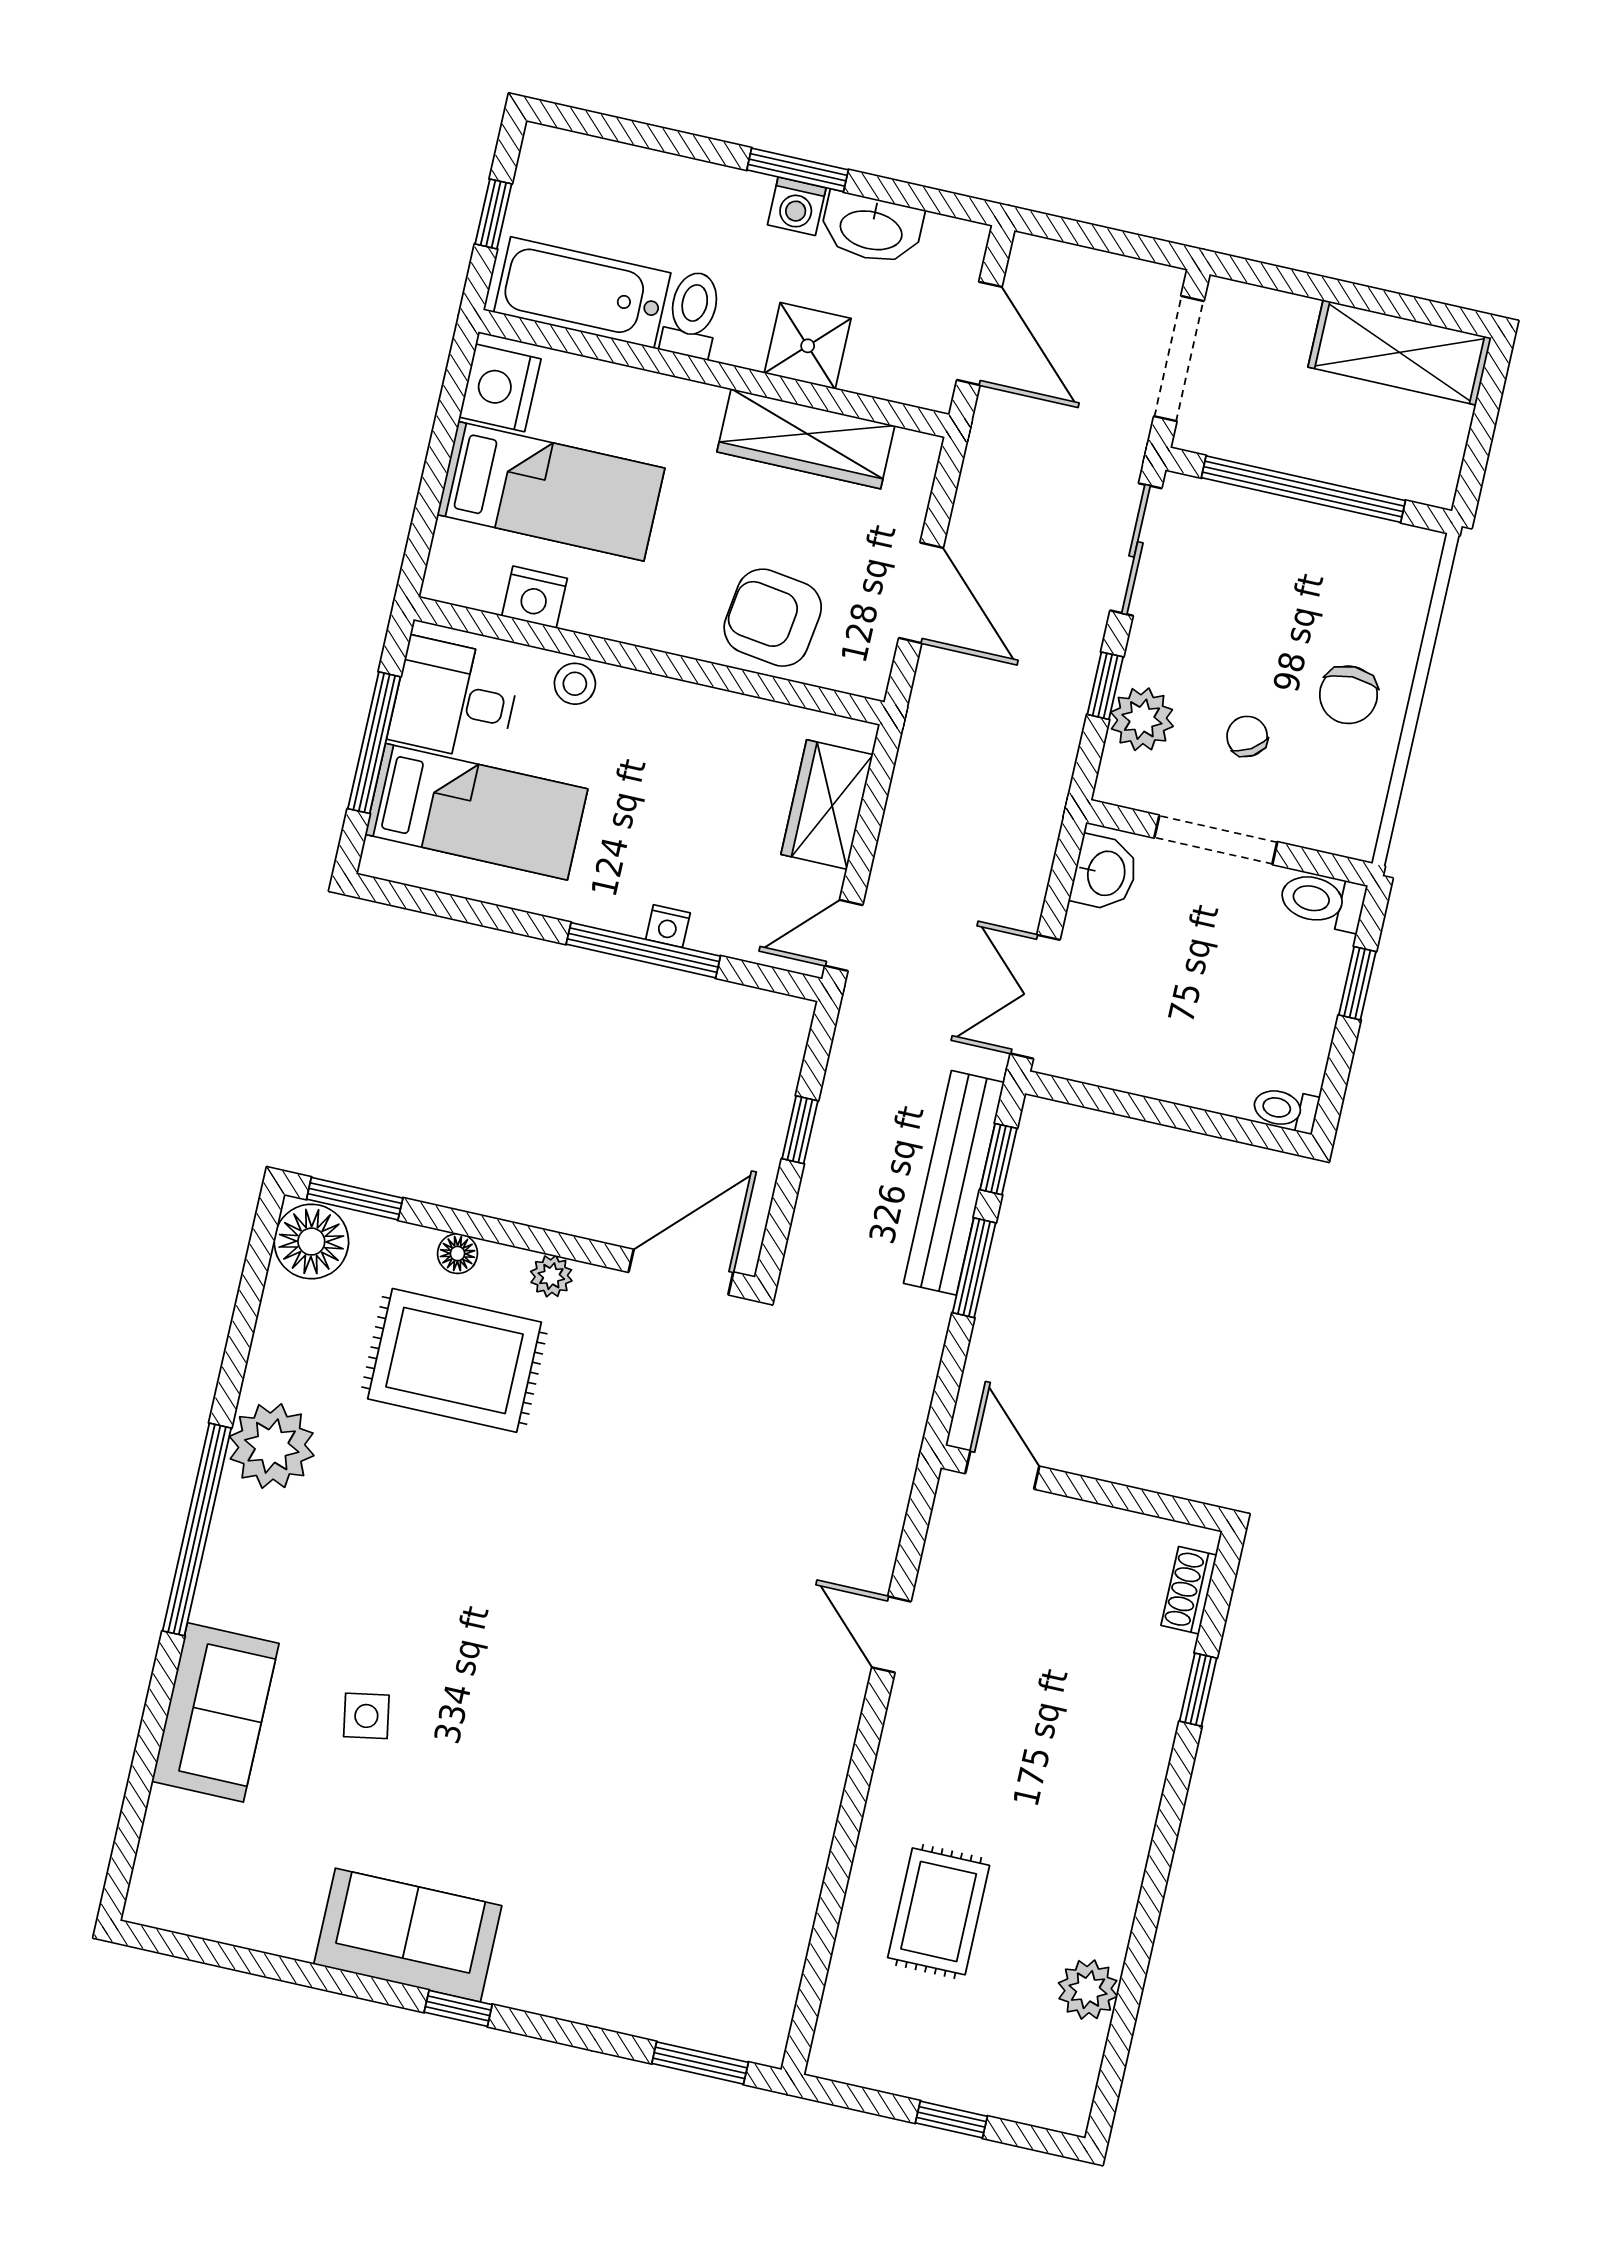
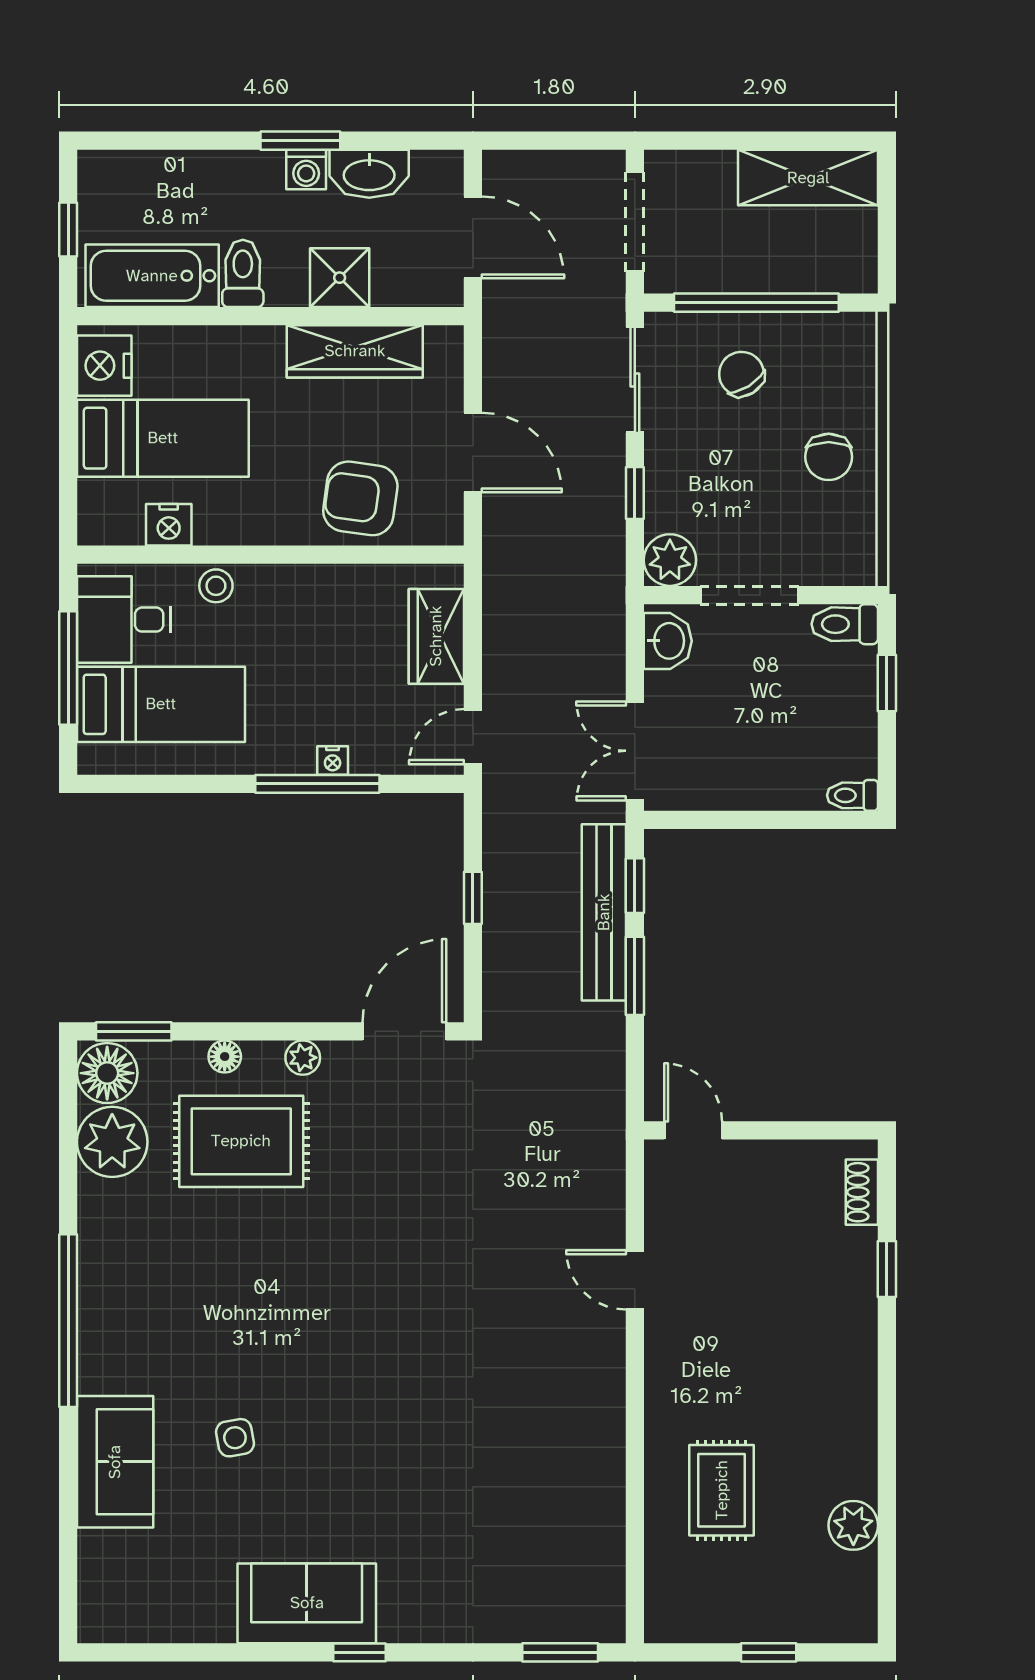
plant: (1142, 719) -> (670, 560), moved
chair: (1247, 736) -> (741, 374), moved, width x1.37, depth x1.37
plant: (272, 1446) -> (112, 1142), moved

